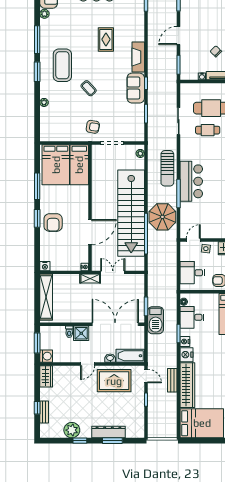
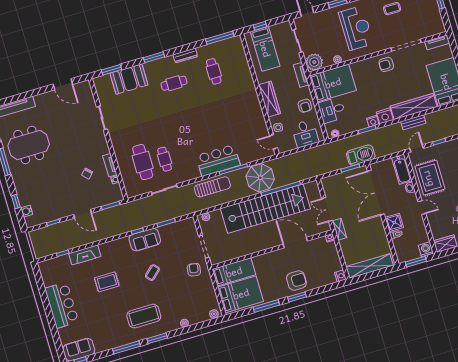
plant: (44, 14) -> (214, 314), moved
fireplace: (138, 57) -> (85, 255), moved
coffee table: (89, 88) -> (152, 273), moved
desk: (192, 317) -> (332, 110), moved, turned 90

